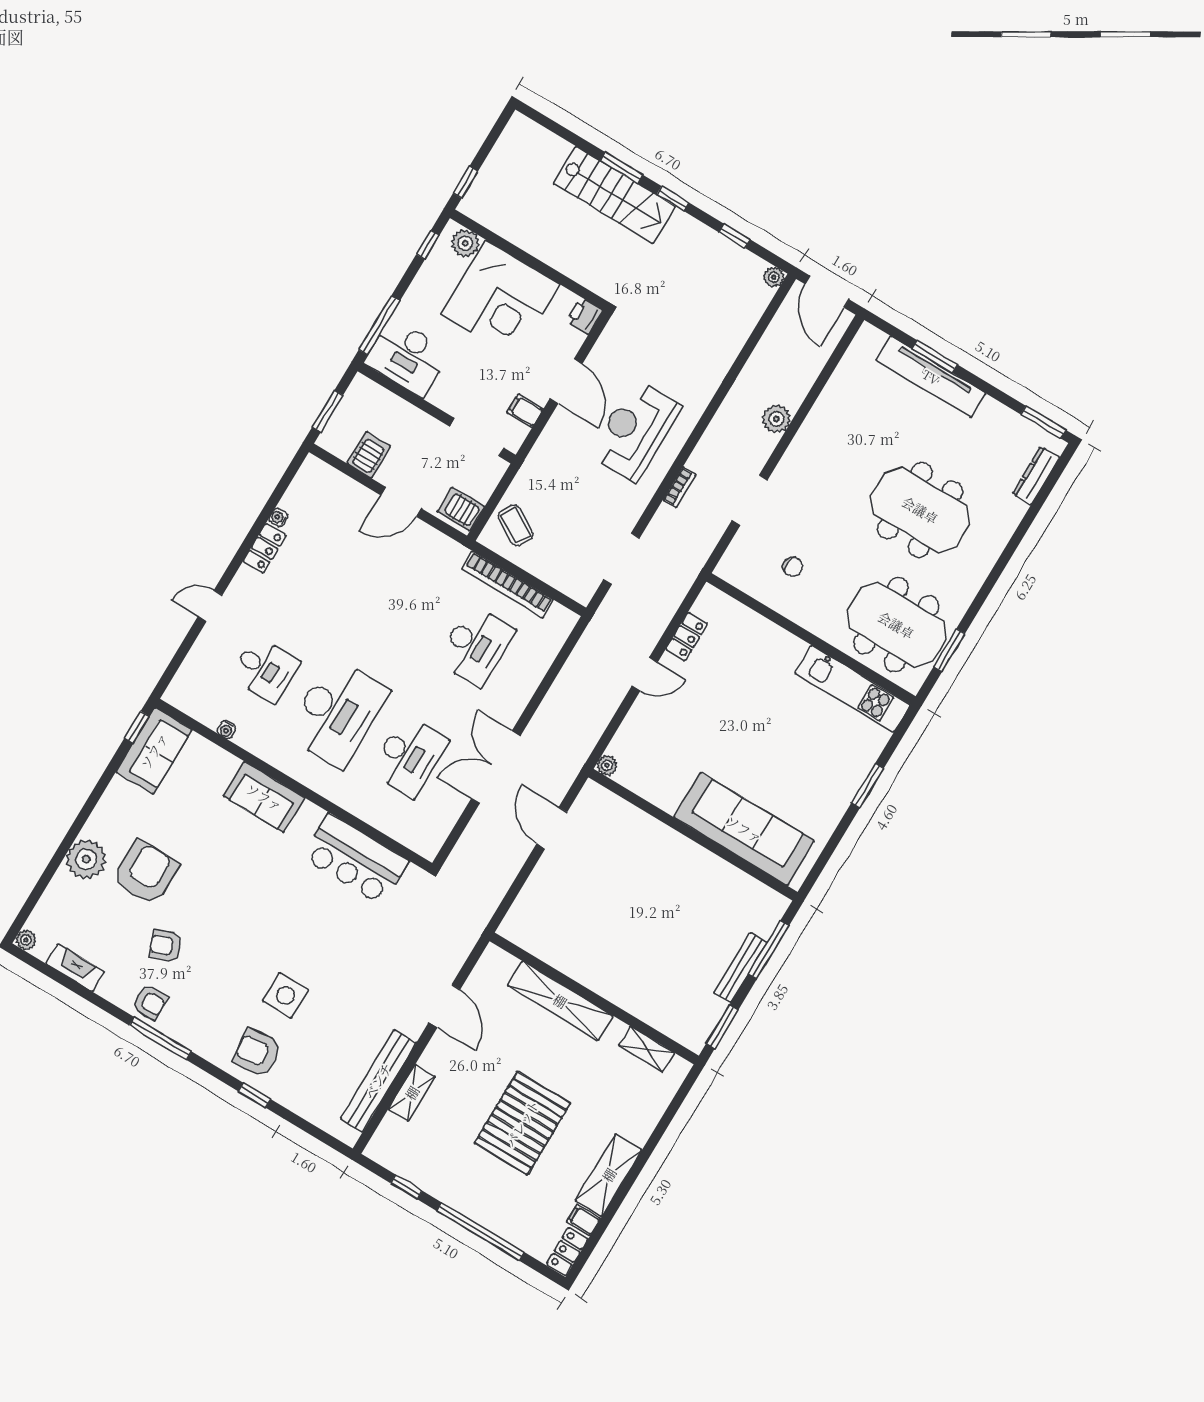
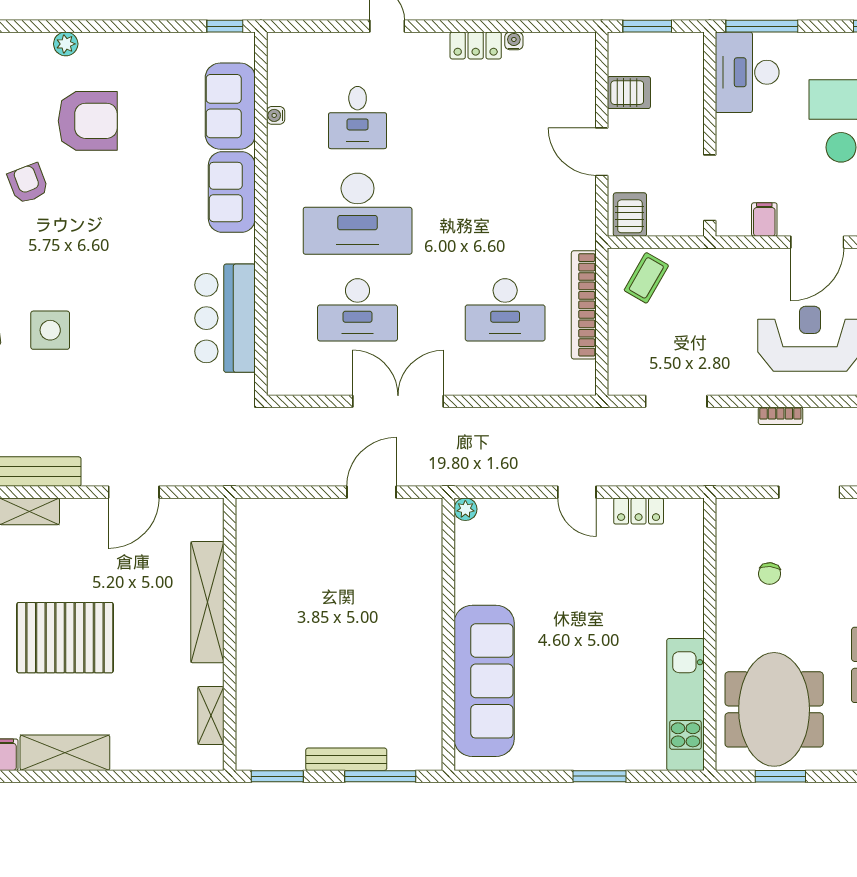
sofa: (154, 751) -> (230, 106), moved, turned 90
plant: (86, 859) -> (66, 44), width x0.53, depth x0.53

